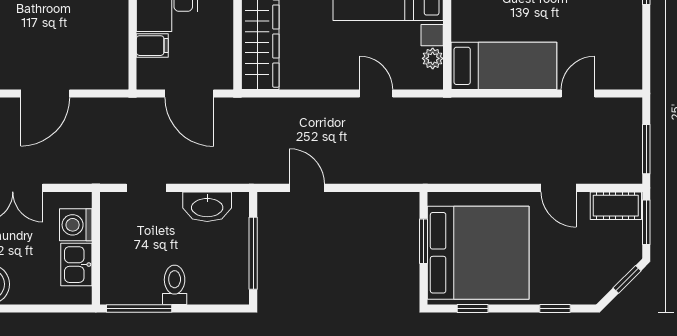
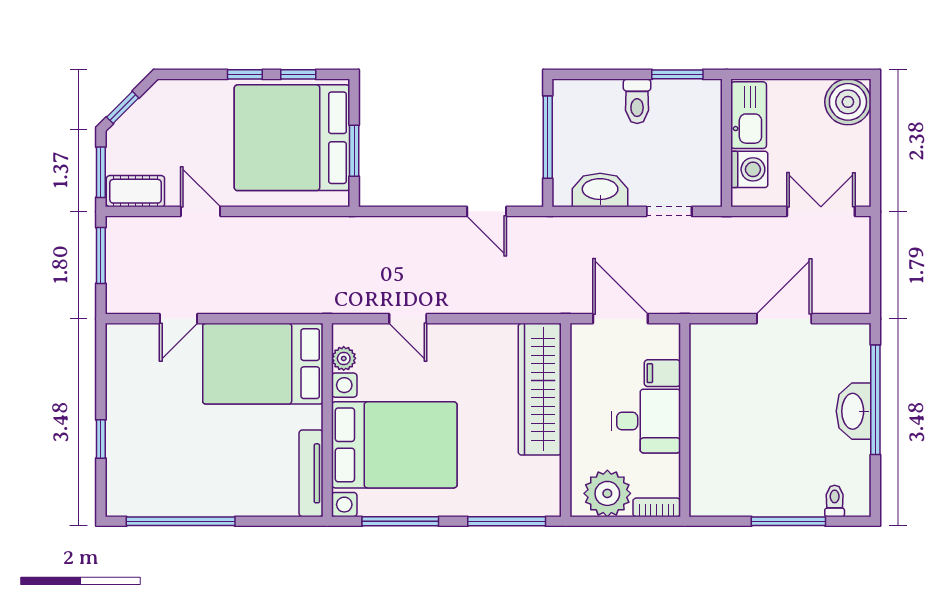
bed: (504, 66) -> (263, 364), width x1.50
kitchen sink: (76, 265) -> (749, 115), width x1.38
window: (139, 308) -> (677, 74), width x0.69
window: (555, 308) -> (245, 74), moved

